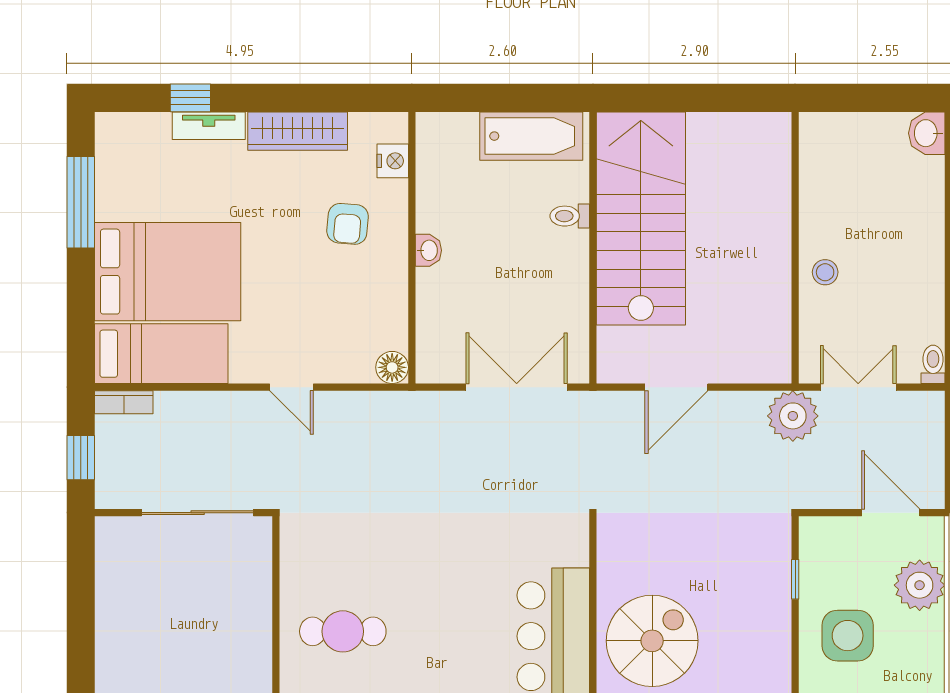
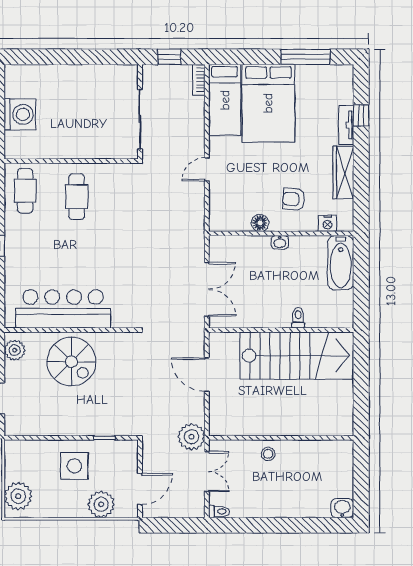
bathtub: (531, 136) -> (341, 263), moved
floor lamp: (392, 367) -> (260, 223), moved

